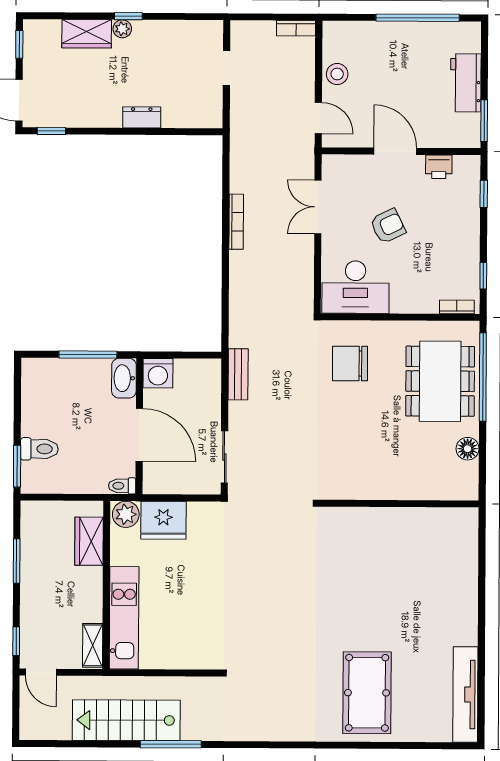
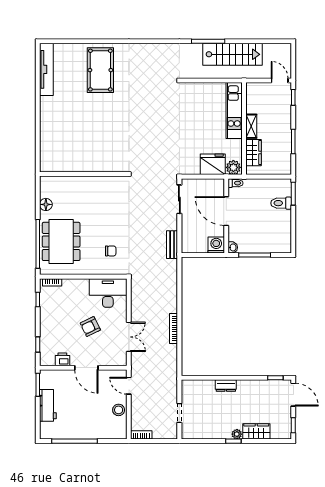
chair: (350, 364) -> (111, 251), width x0.54, depth x0.54
washbasin: (124, 378) -> (233, 247), width x0.52, depth x0.69
shelving: (93, 645) -> (251, 126), moved

